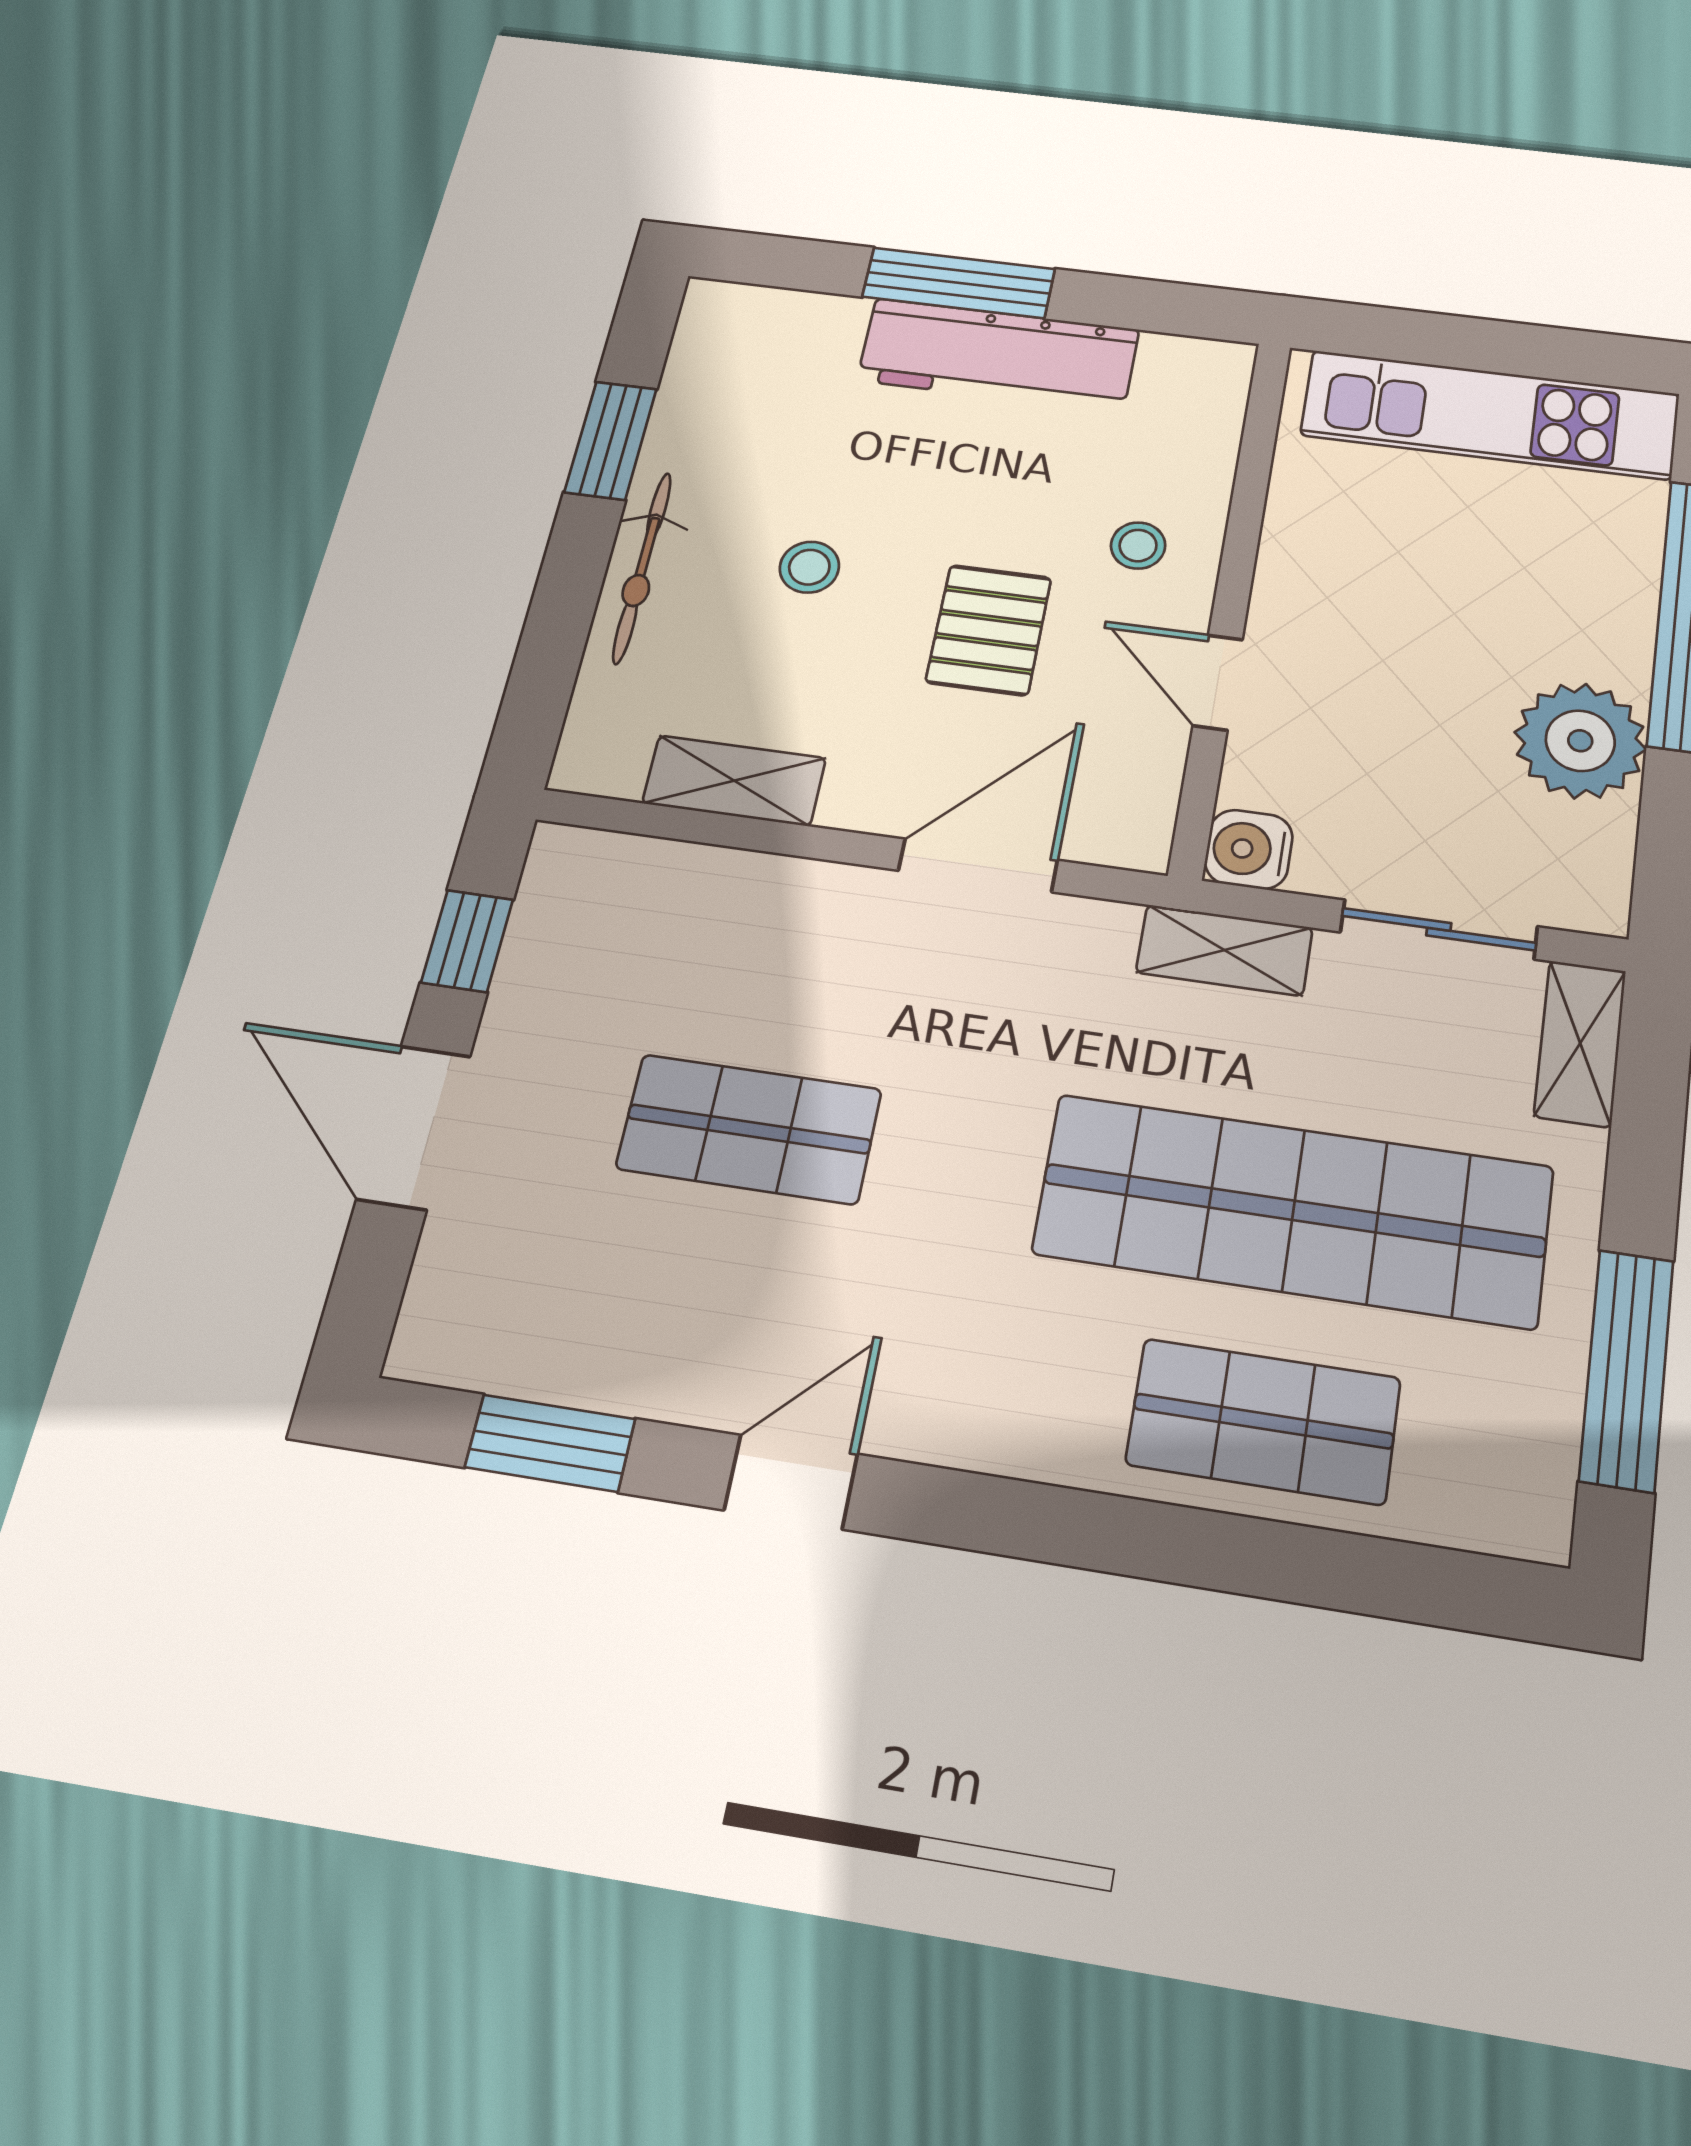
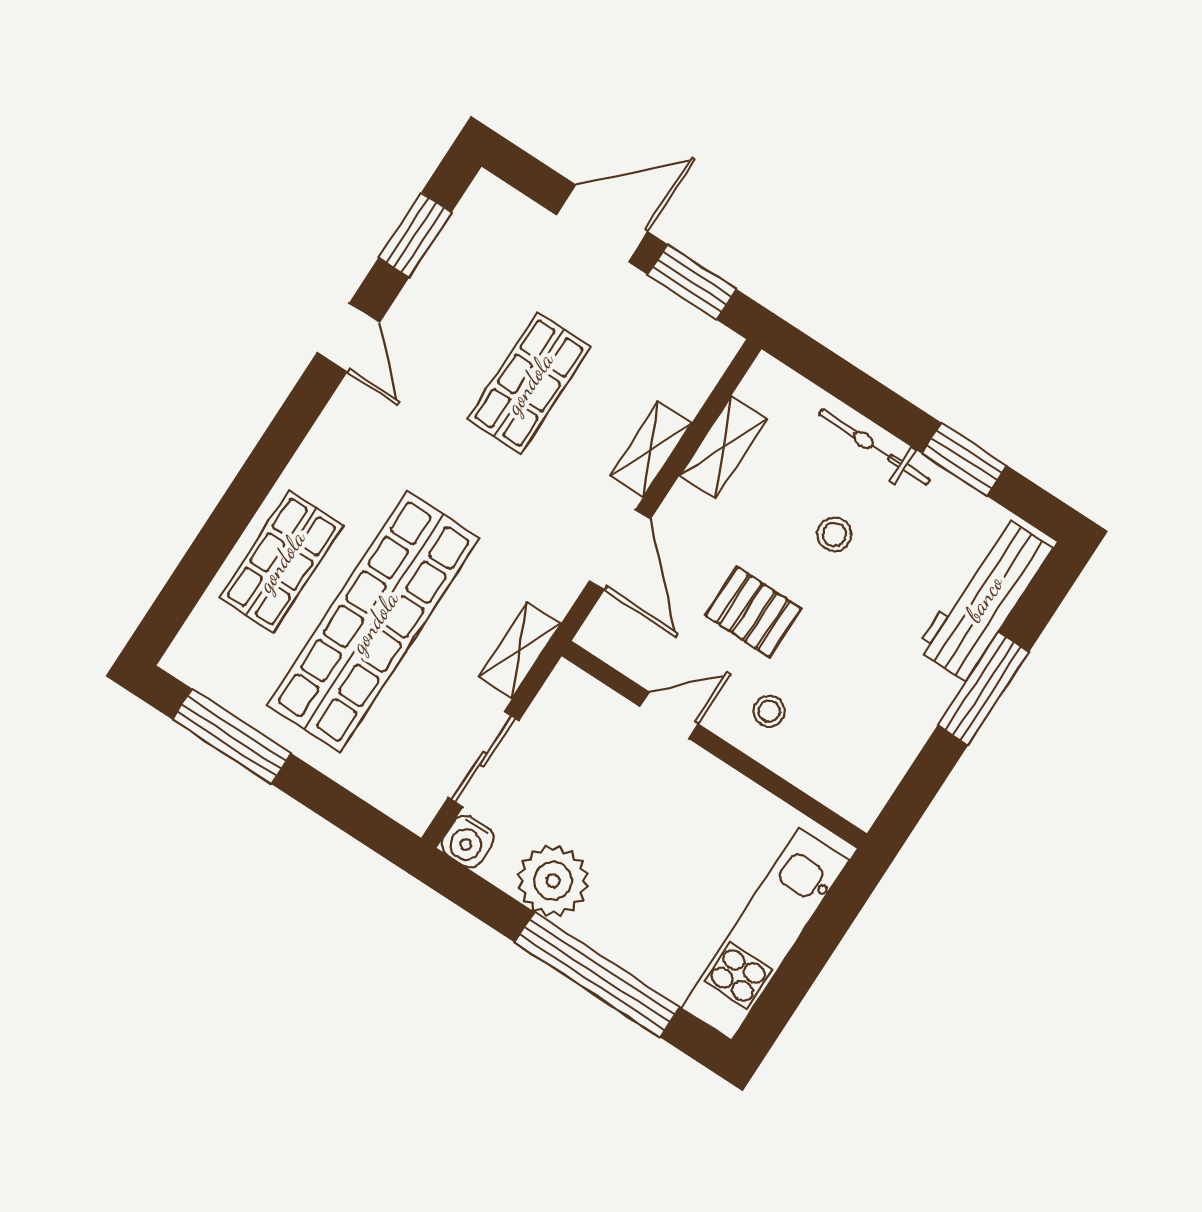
workbench: (998, 355) -> (984, 598), moved
water cooler: (1249, 849) -> (468, 841), moved, turned 180
window: (467, 941) -> (692, 282), width x1.50
shelving: (1580, 1043) -> (651, 449), moved, turned 90

